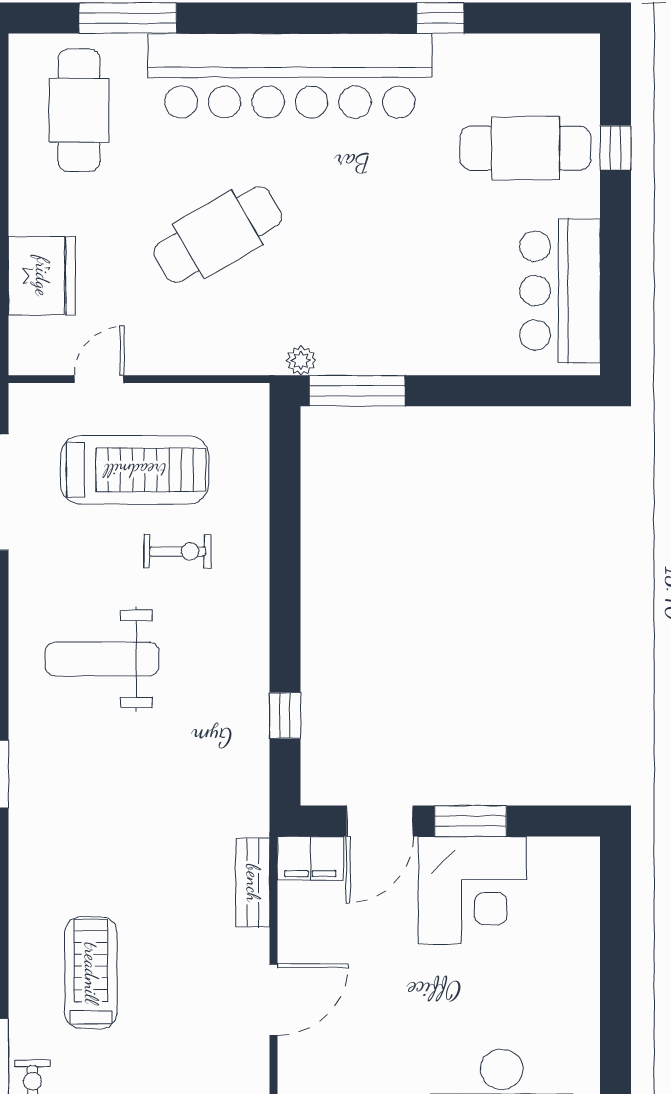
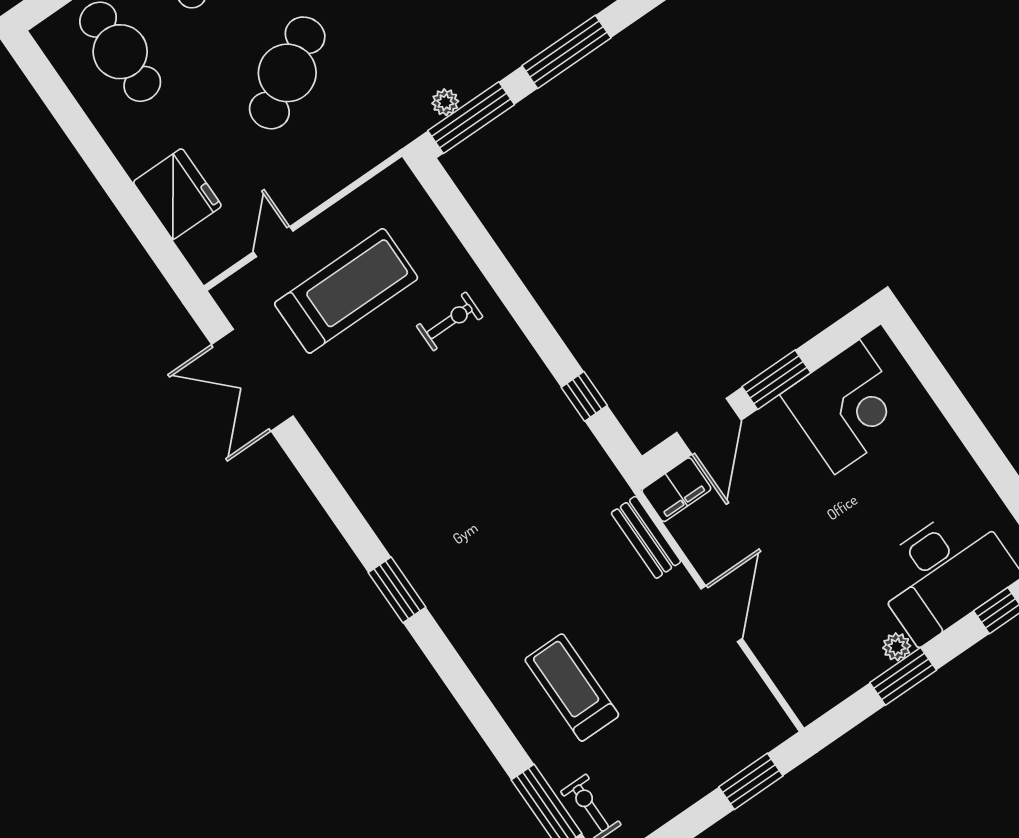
plant: (301, 360) -> (445, 102), moved
window: (485, 391) -> (566, 52), added
exercise bike: (178, 551) -> (450, 321), moved
weight bench: (102, 659) -> (419, 448), removed
corner desk: (472, 890) -> (847, 407), moved

